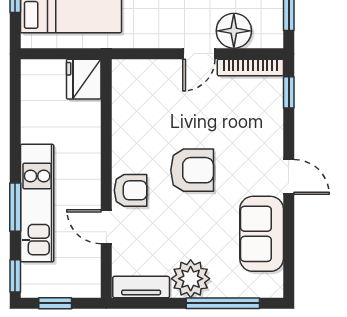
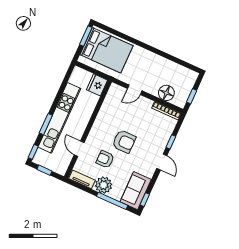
door: (199, 54) -> (135, 90), moved
window: (289, 92) -> (171, 142), moved
armchair: (131, 190) -> (105, 159), moved, turned 180
kitchen unit: (37, 203) -> (59, 118), width x1.36
sofa: (262, 234) -> (136, 191), moved
window: (289, 270) -> (145, 200), added

